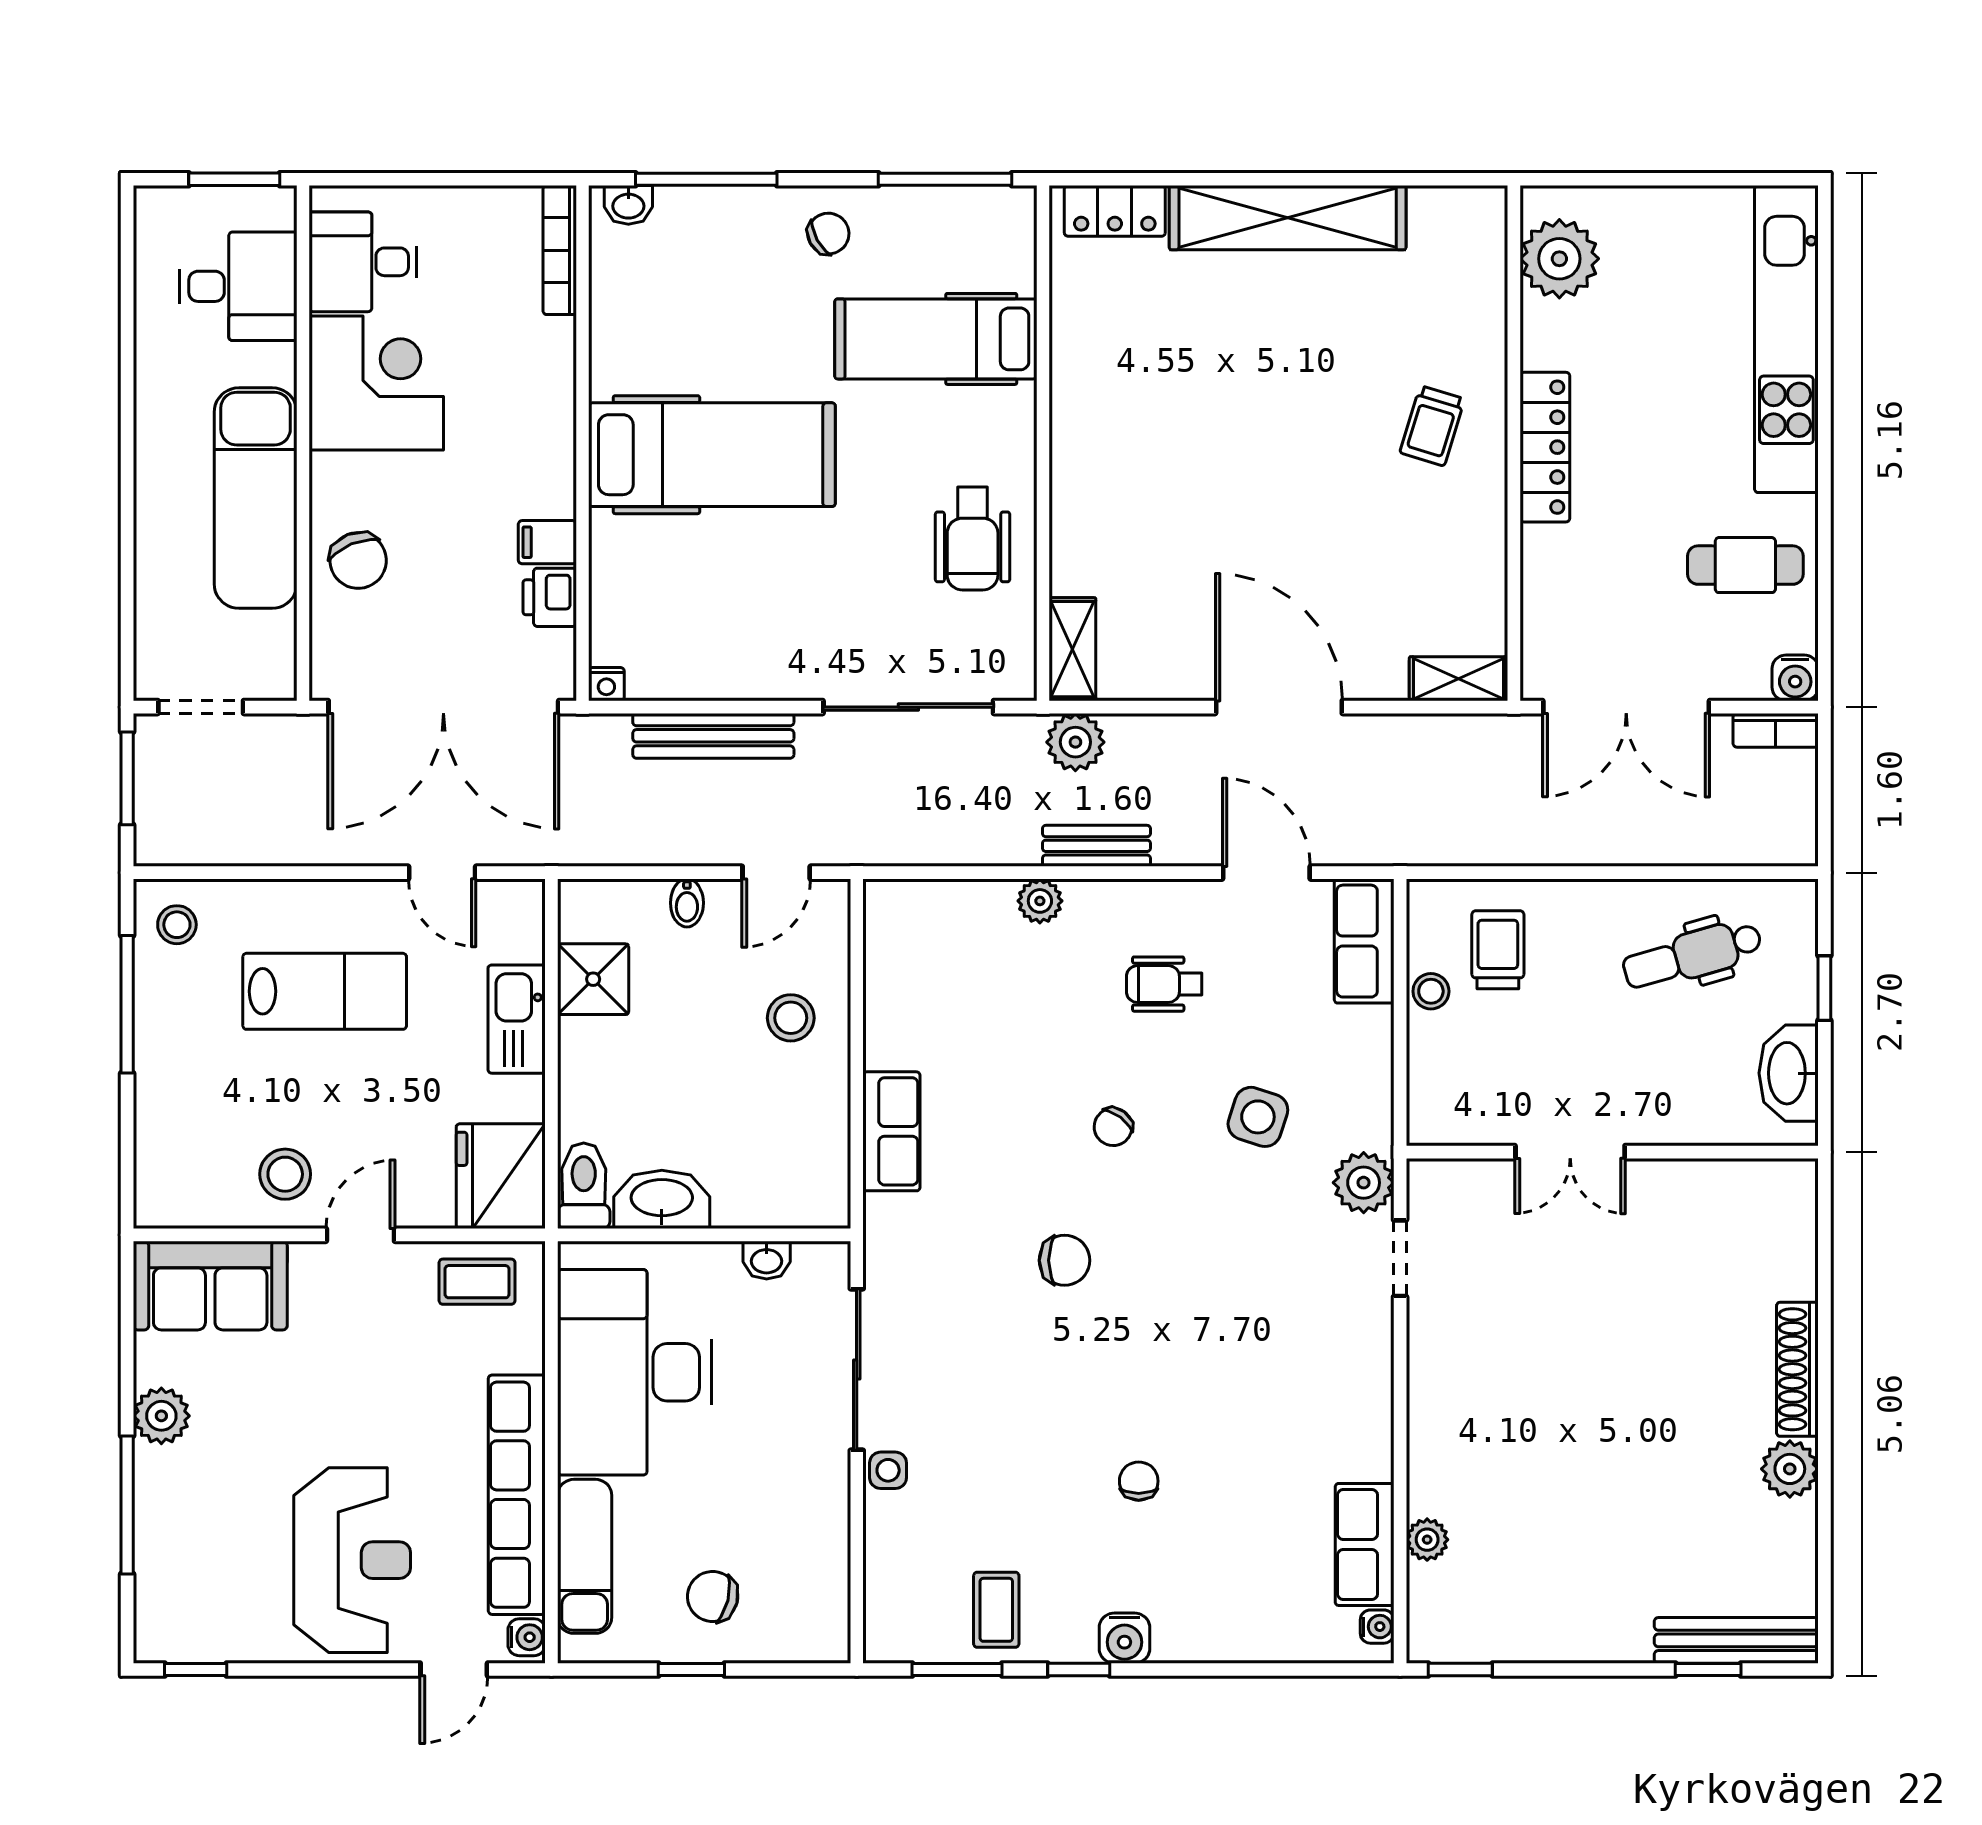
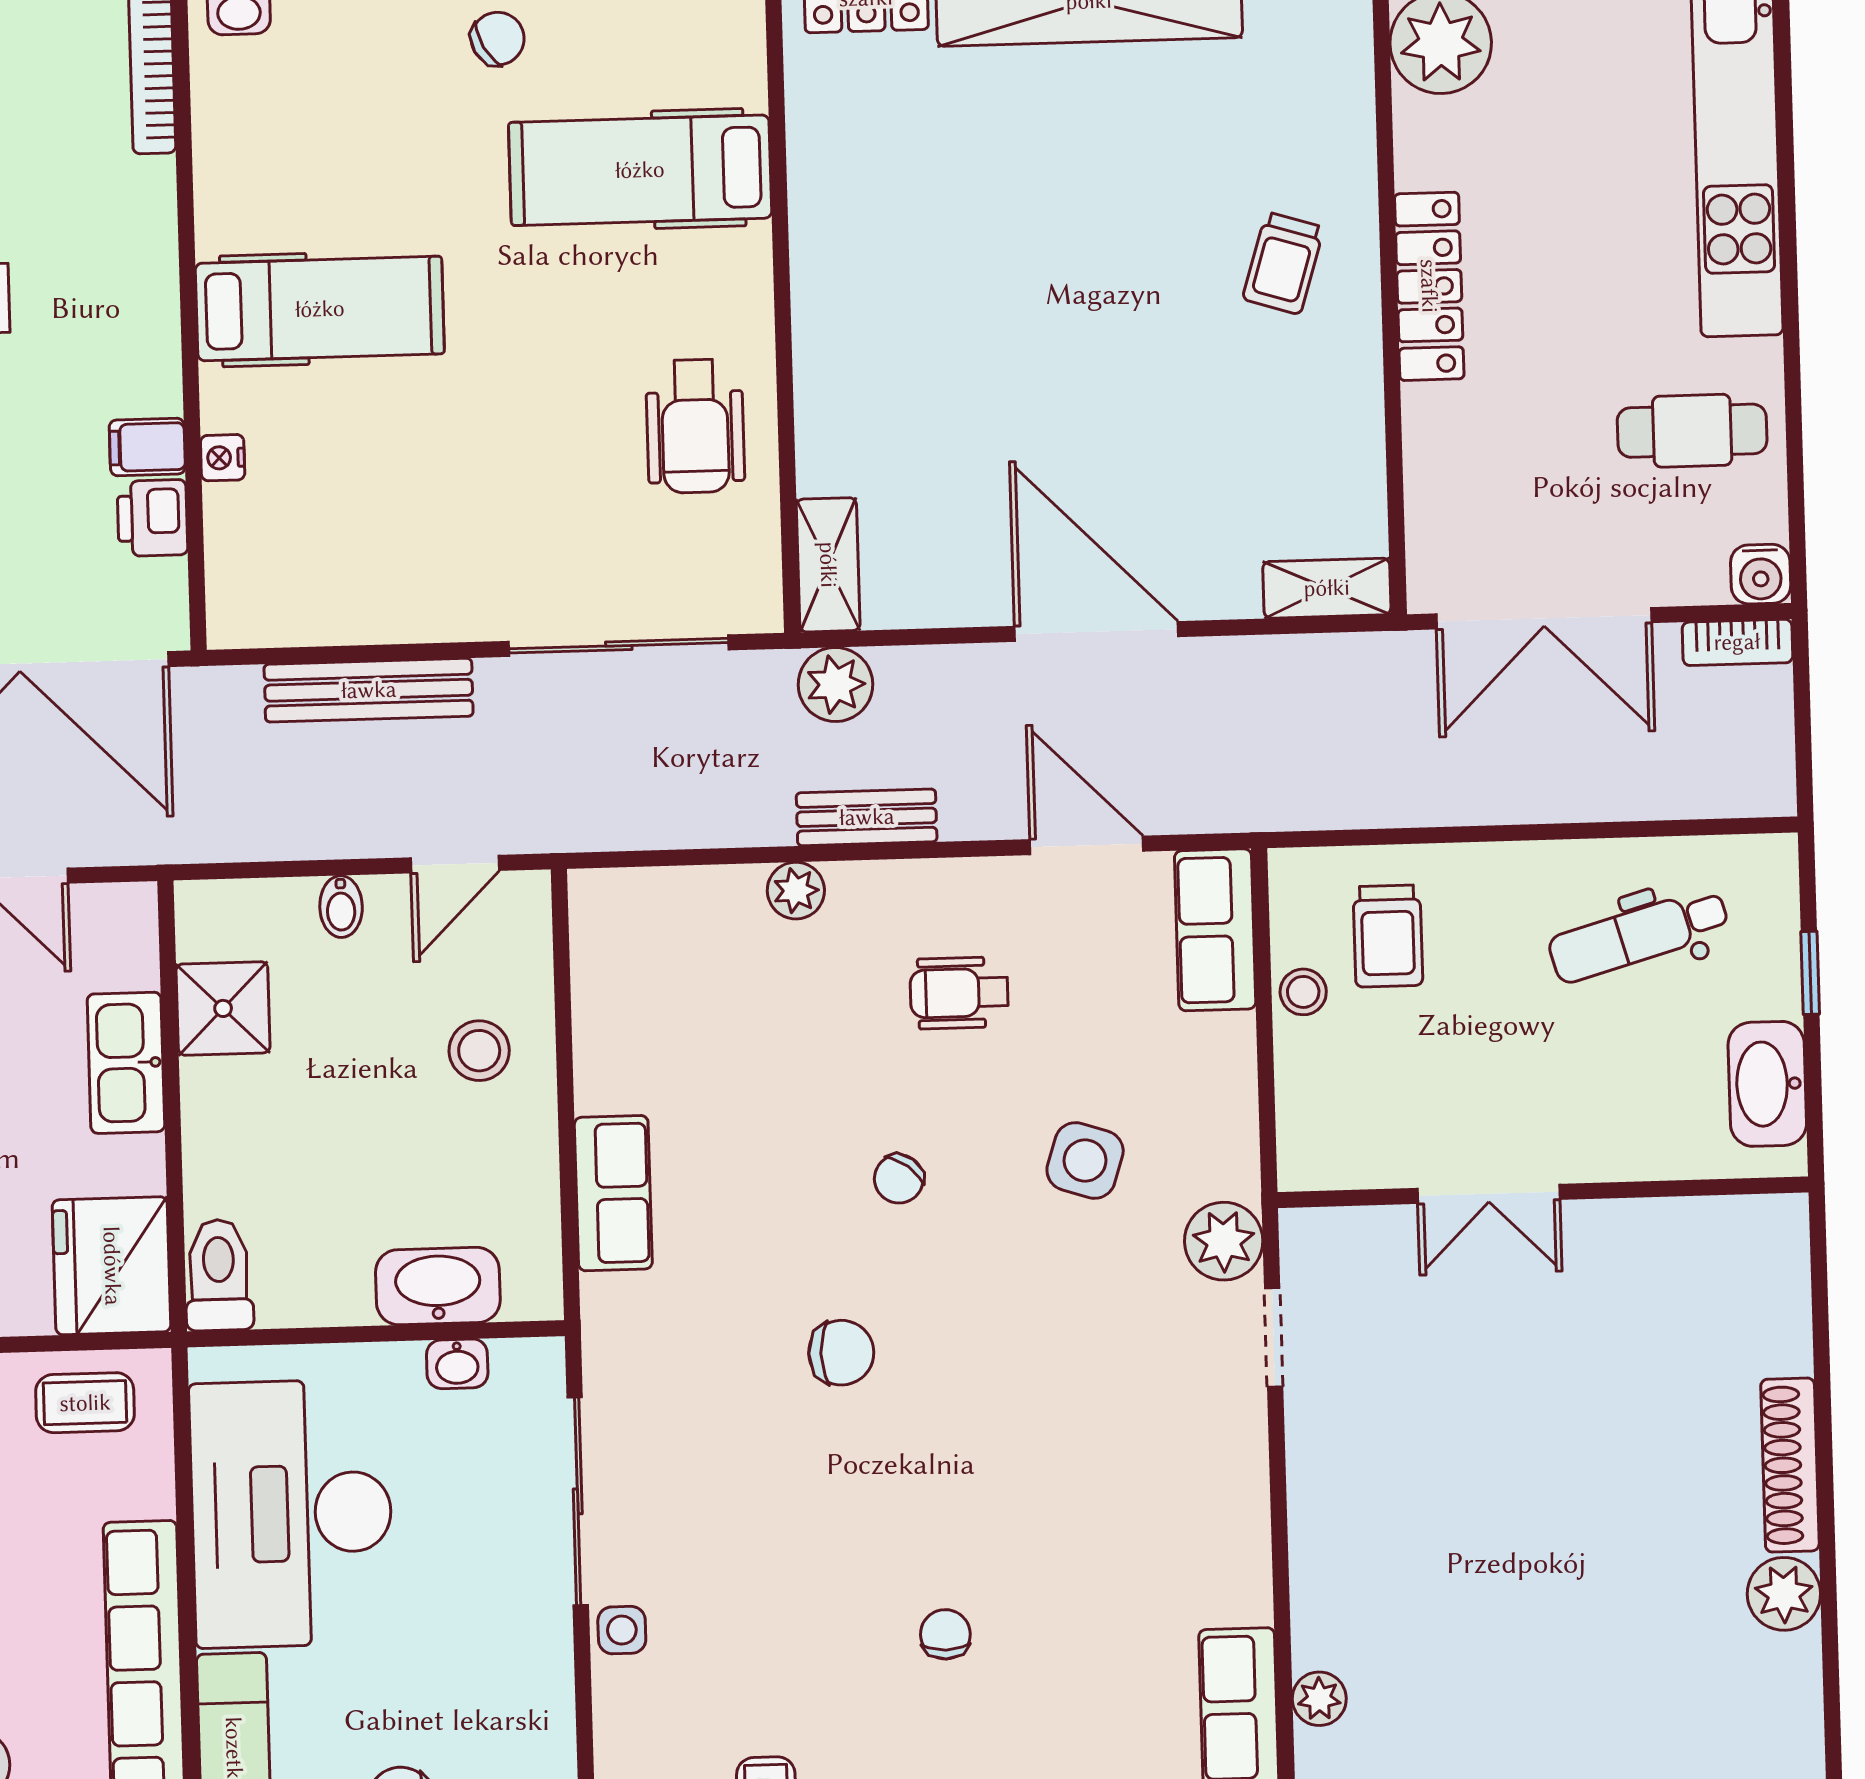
hospital bed: (712, 455) -> (320, 309), width x0.73, depth x0.78
nightstand: (606, 684) -> (223, 458), moved, turned 90
trolley: (1498, 950) -> (1388, 936), turned 180
washbasin: (662, 1199) -> (438, 1286), moved

